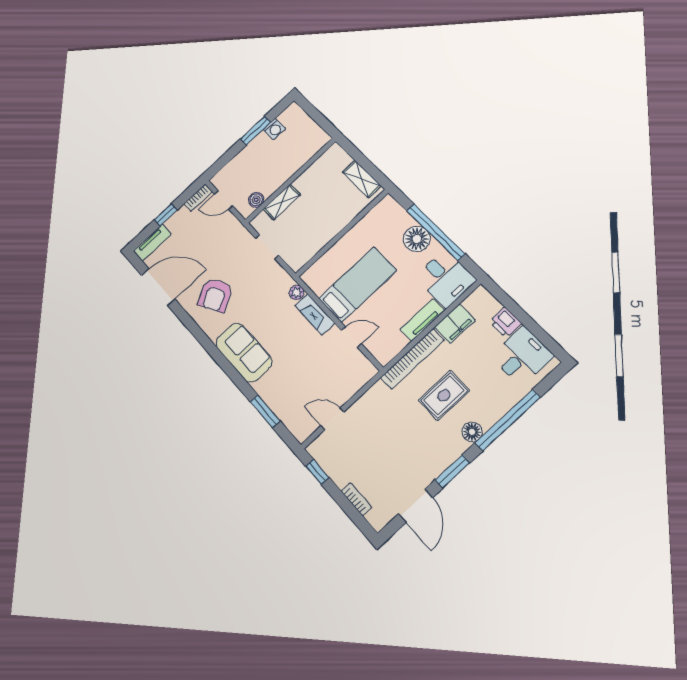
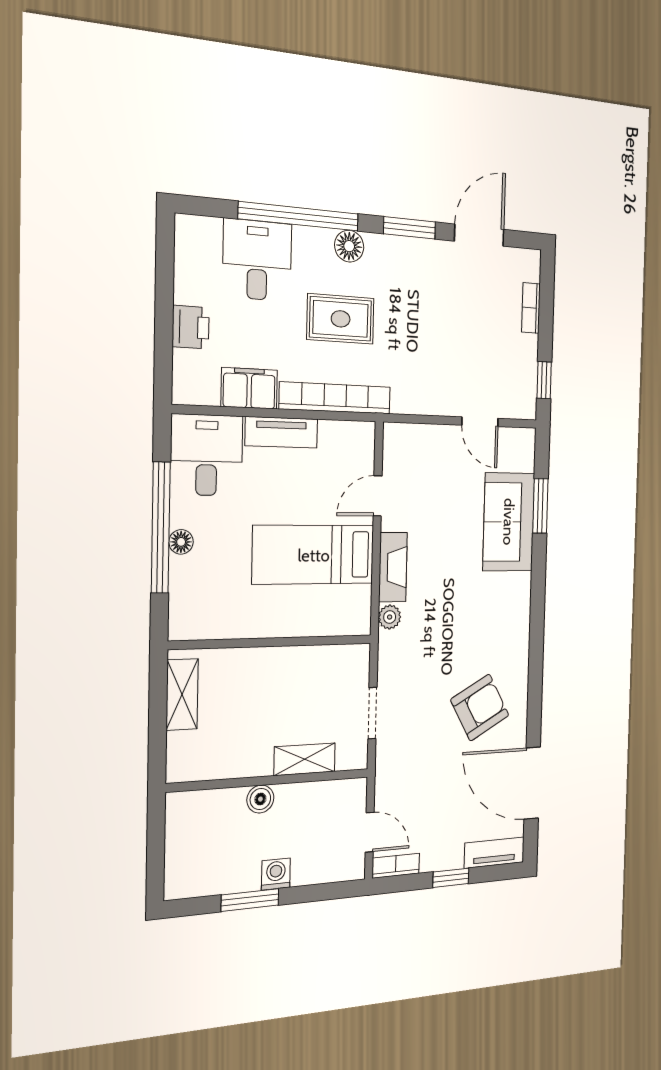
washing machine: (274, 129) -> (276, 874), moved
boiler: (256, 200) -> (260, 799), moved
floor lamp: (417, 239) -> (181, 542), width x0.53, depth x0.53
door: (351, 337) -> (378, 496), hinge flipped
sofa: (244, 352) -> (509, 522), moved
desk: (522, 356) -> (257, 260), moved, turned 90

